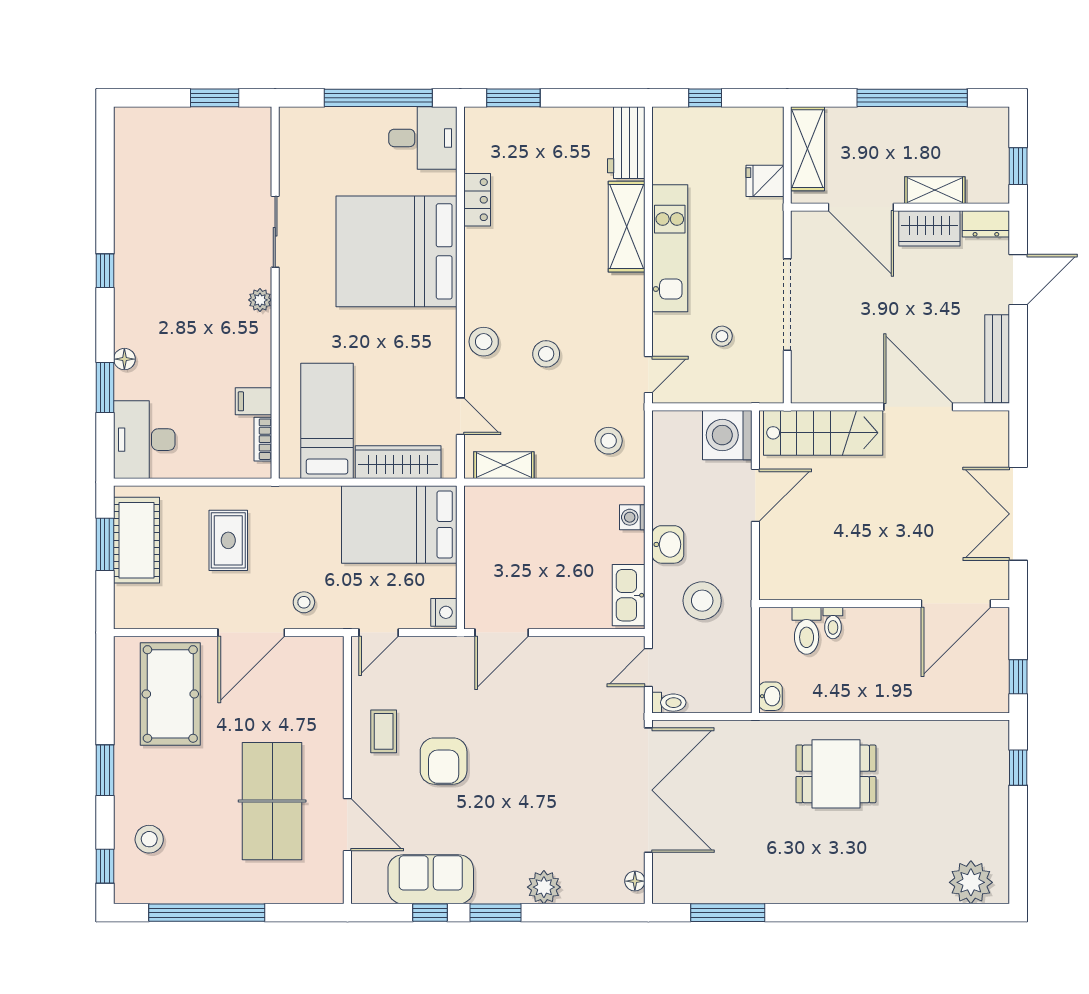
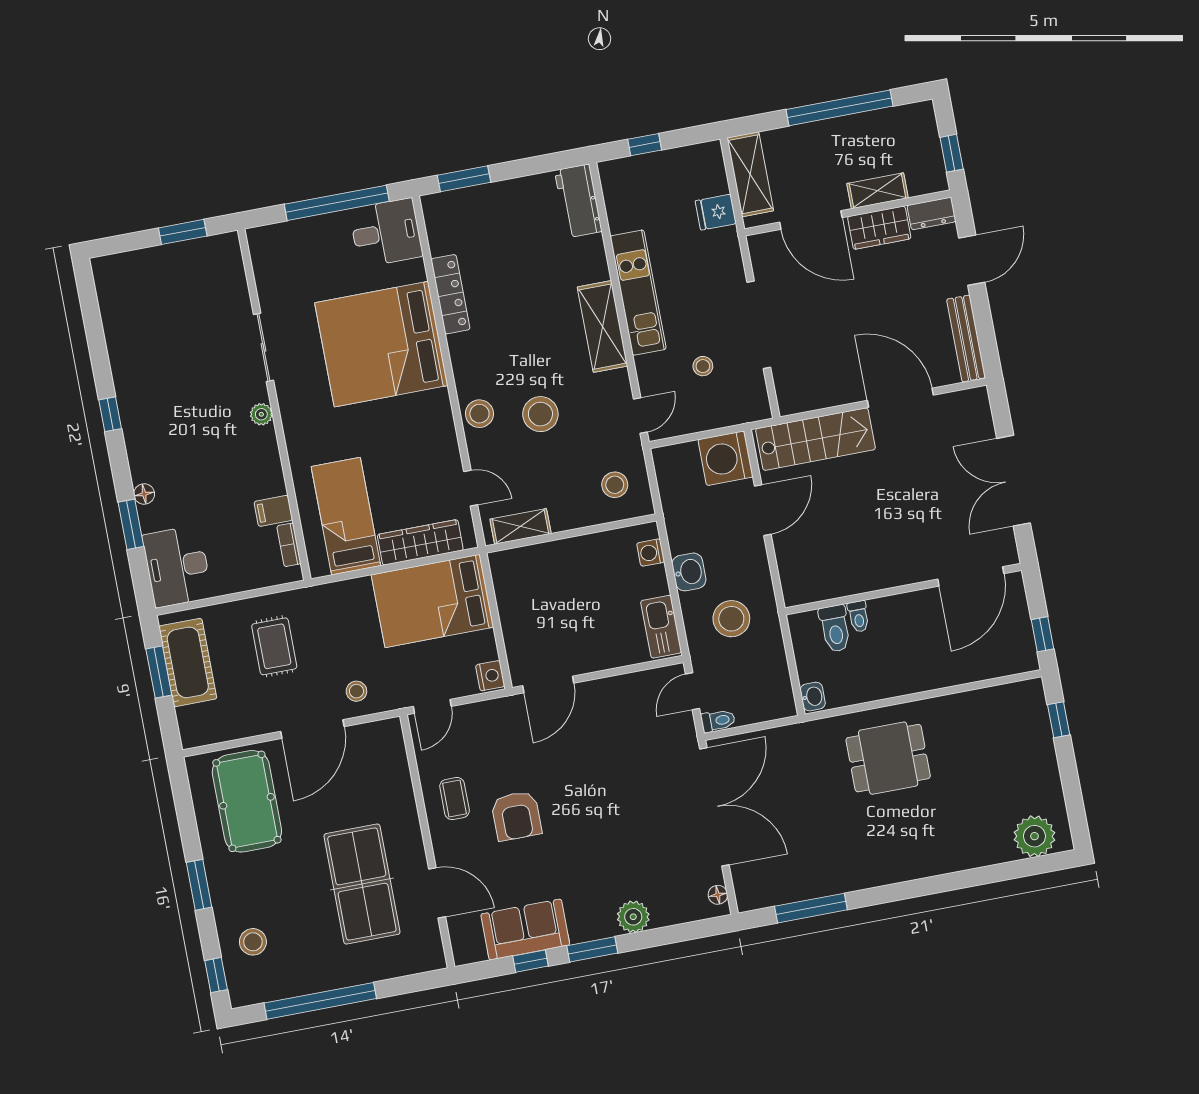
locker: (477, 200) -> (450, 294), width x1.53
shelving: (627, 227) -> (602, 327), moved
stool: (546, 354) -> (540, 414), width x1.38, depth x1.38

